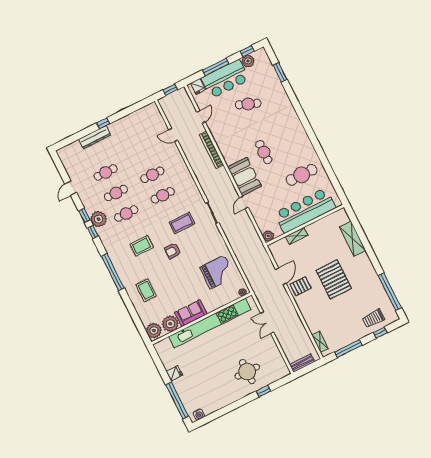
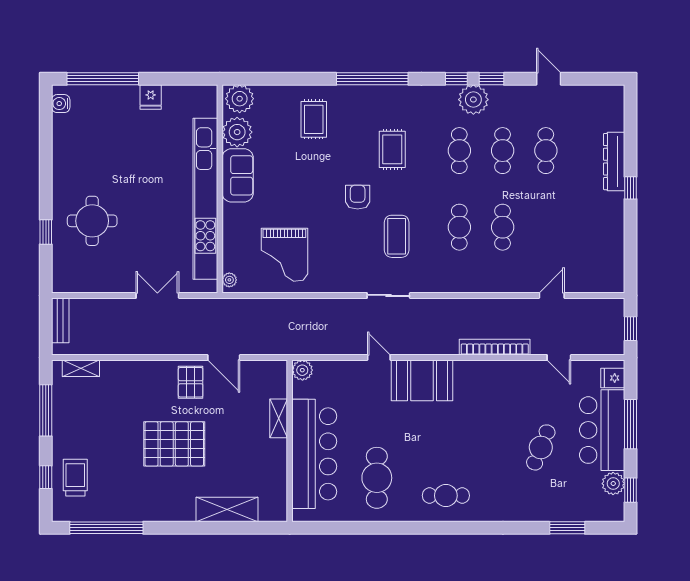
cafe table: (264, 152) -> (446, 496), moved
rug: (146, 290) -> (314, 119), turned 90

